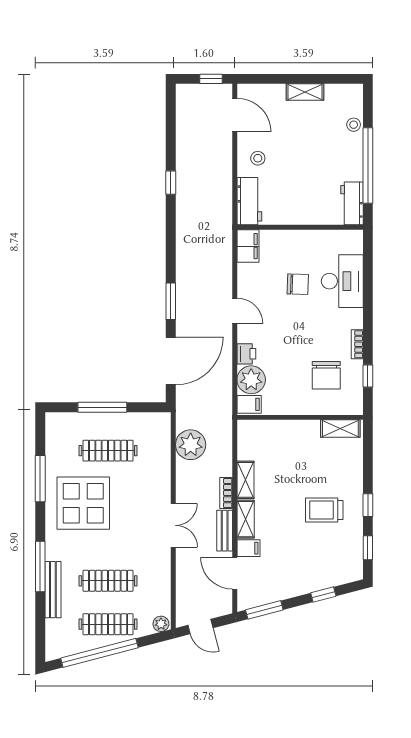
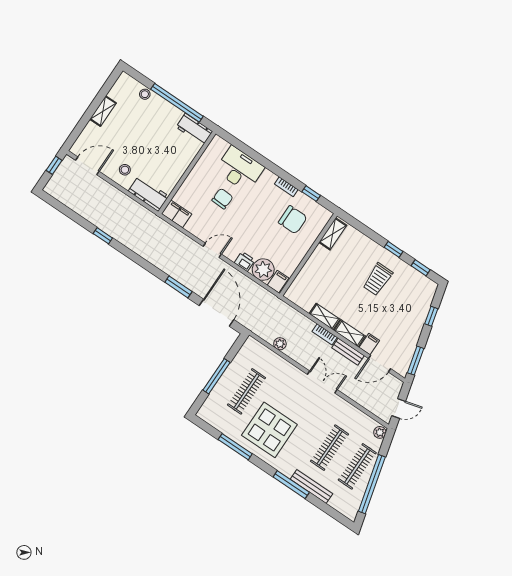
plant: (191, 445) -> (280, 344), width x0.53, depth x0.53

